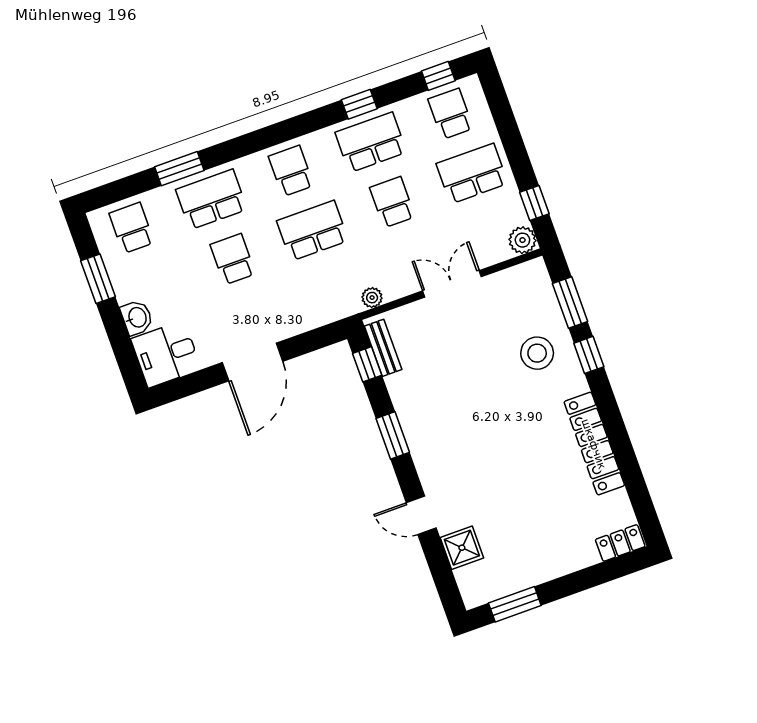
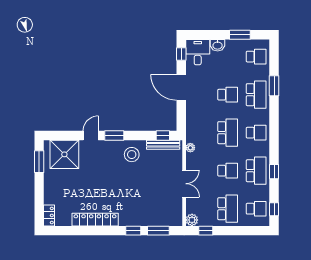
bench: (383, 348) -> (163, 145), width x1.36
stool: (537, 353) -> (132, 155), moved
window: (182, 387) -> (181, 54), added
window: (393, 435) -> (114, 136), moved
shower: (462, 548) -> (64, 154), width x1.86, depth x1.86

